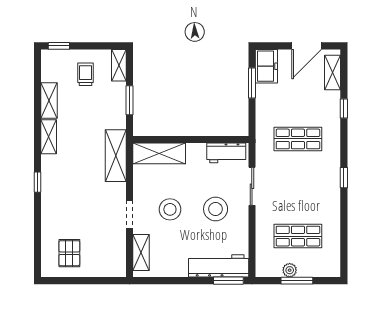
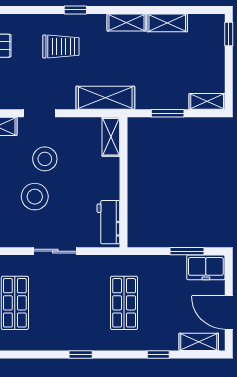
trolley: (85, 74) -> (61, 46), moved, width x1.36, depth x1.39
shelving: (159, 153) -> (111, 137), width x0.67, depth x0.75
sliding door: (252, 186) -> (55, 251), moved
stool: (216, 209) -> (35, 197), moved

